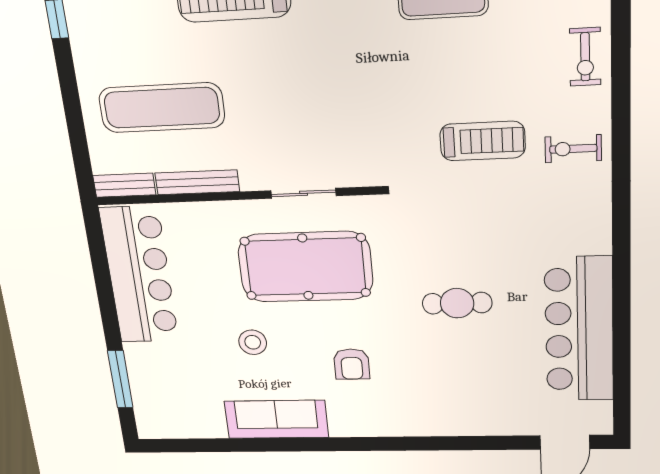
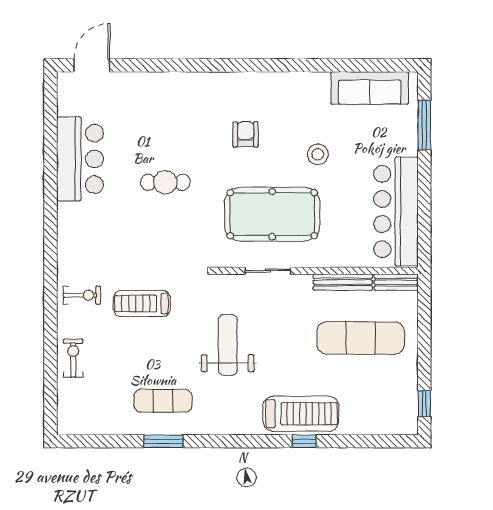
weight bench: (352, 88) -> (228, 345), added
bar counter: (579, 330) -> (80, 159), width x0.73
sofa: (276, 419) -> (370, 88), moved

